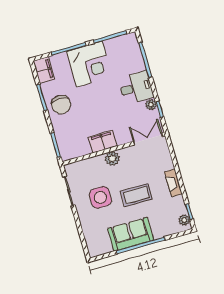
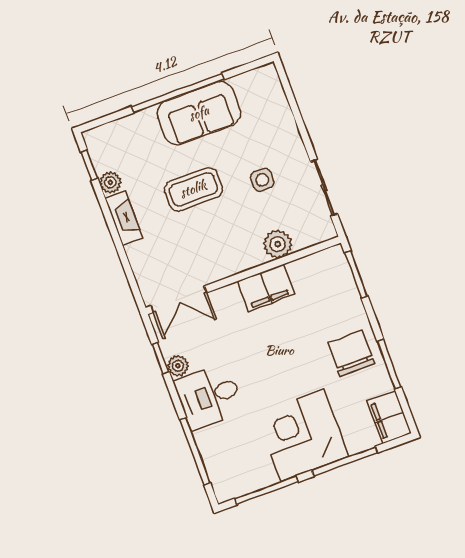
plant: (112, 159) -> (278, 244), moved
side table: (100, 197) -> (262, 180), width x0.54, depth x0.54
plant: (184, 220) -> (110, 182), moved

